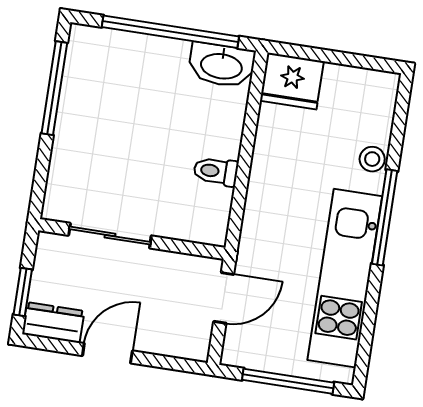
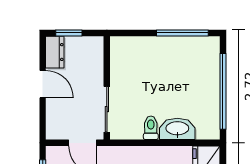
washbasin: (222, 65) -> (177, 129), moved, turned 90
sliding door: (110, 236) -> (107, 109), moved

